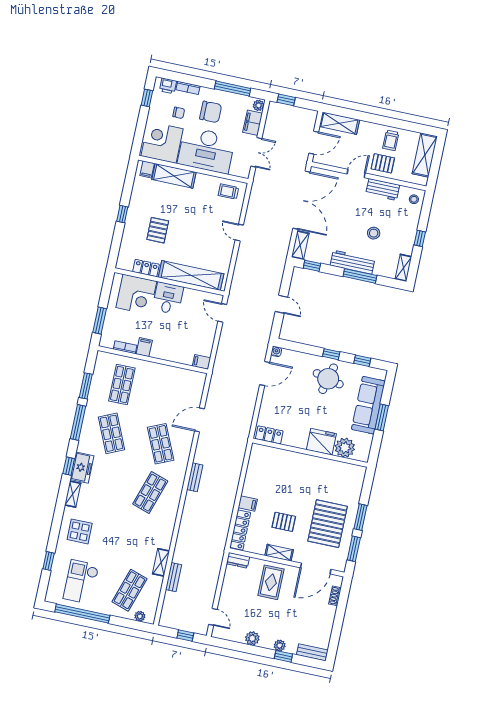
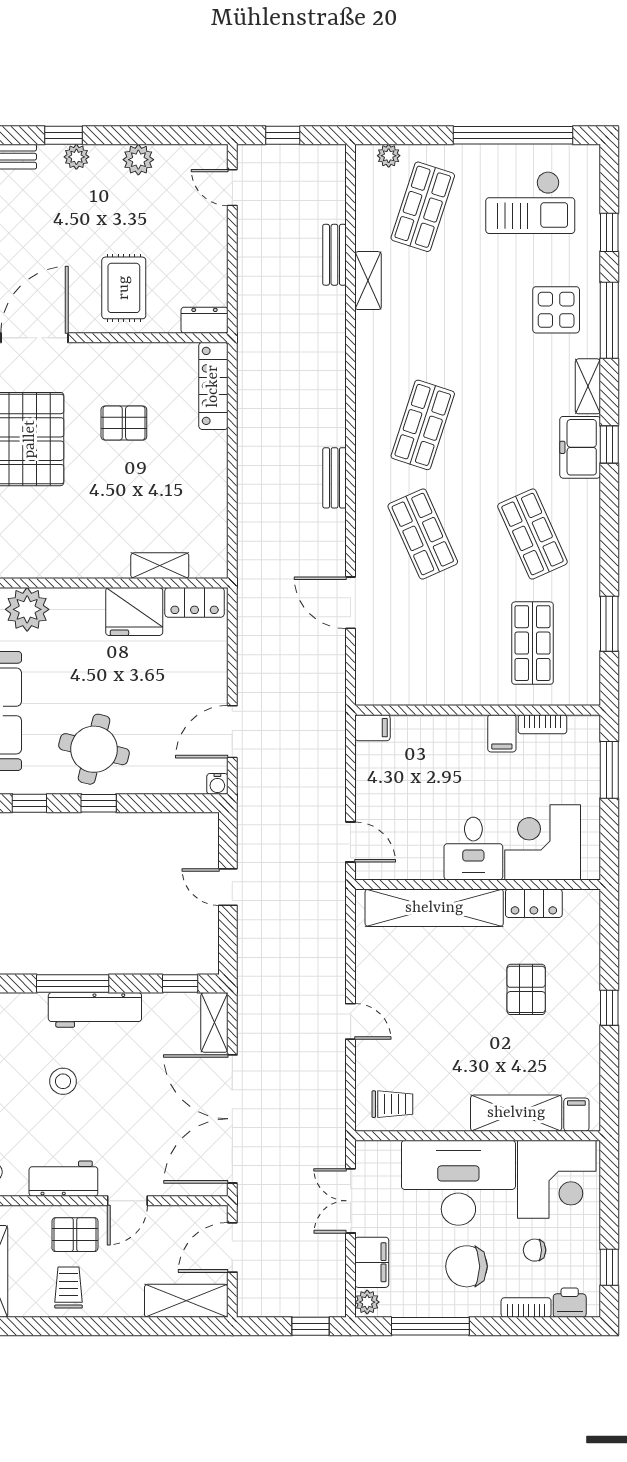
door: (199, 420) -> (351, 603), swing flipped
window: (78, 422) -> (609, 320), moved
fridge: (321, 442) -> (134, 612), moved
filing cabinet: (248, 503) -> (209, 446), removed
shelving: (279, 553) -> (160, 566), moved
checkout: (81, 582) -> (530, 203), turned 90

